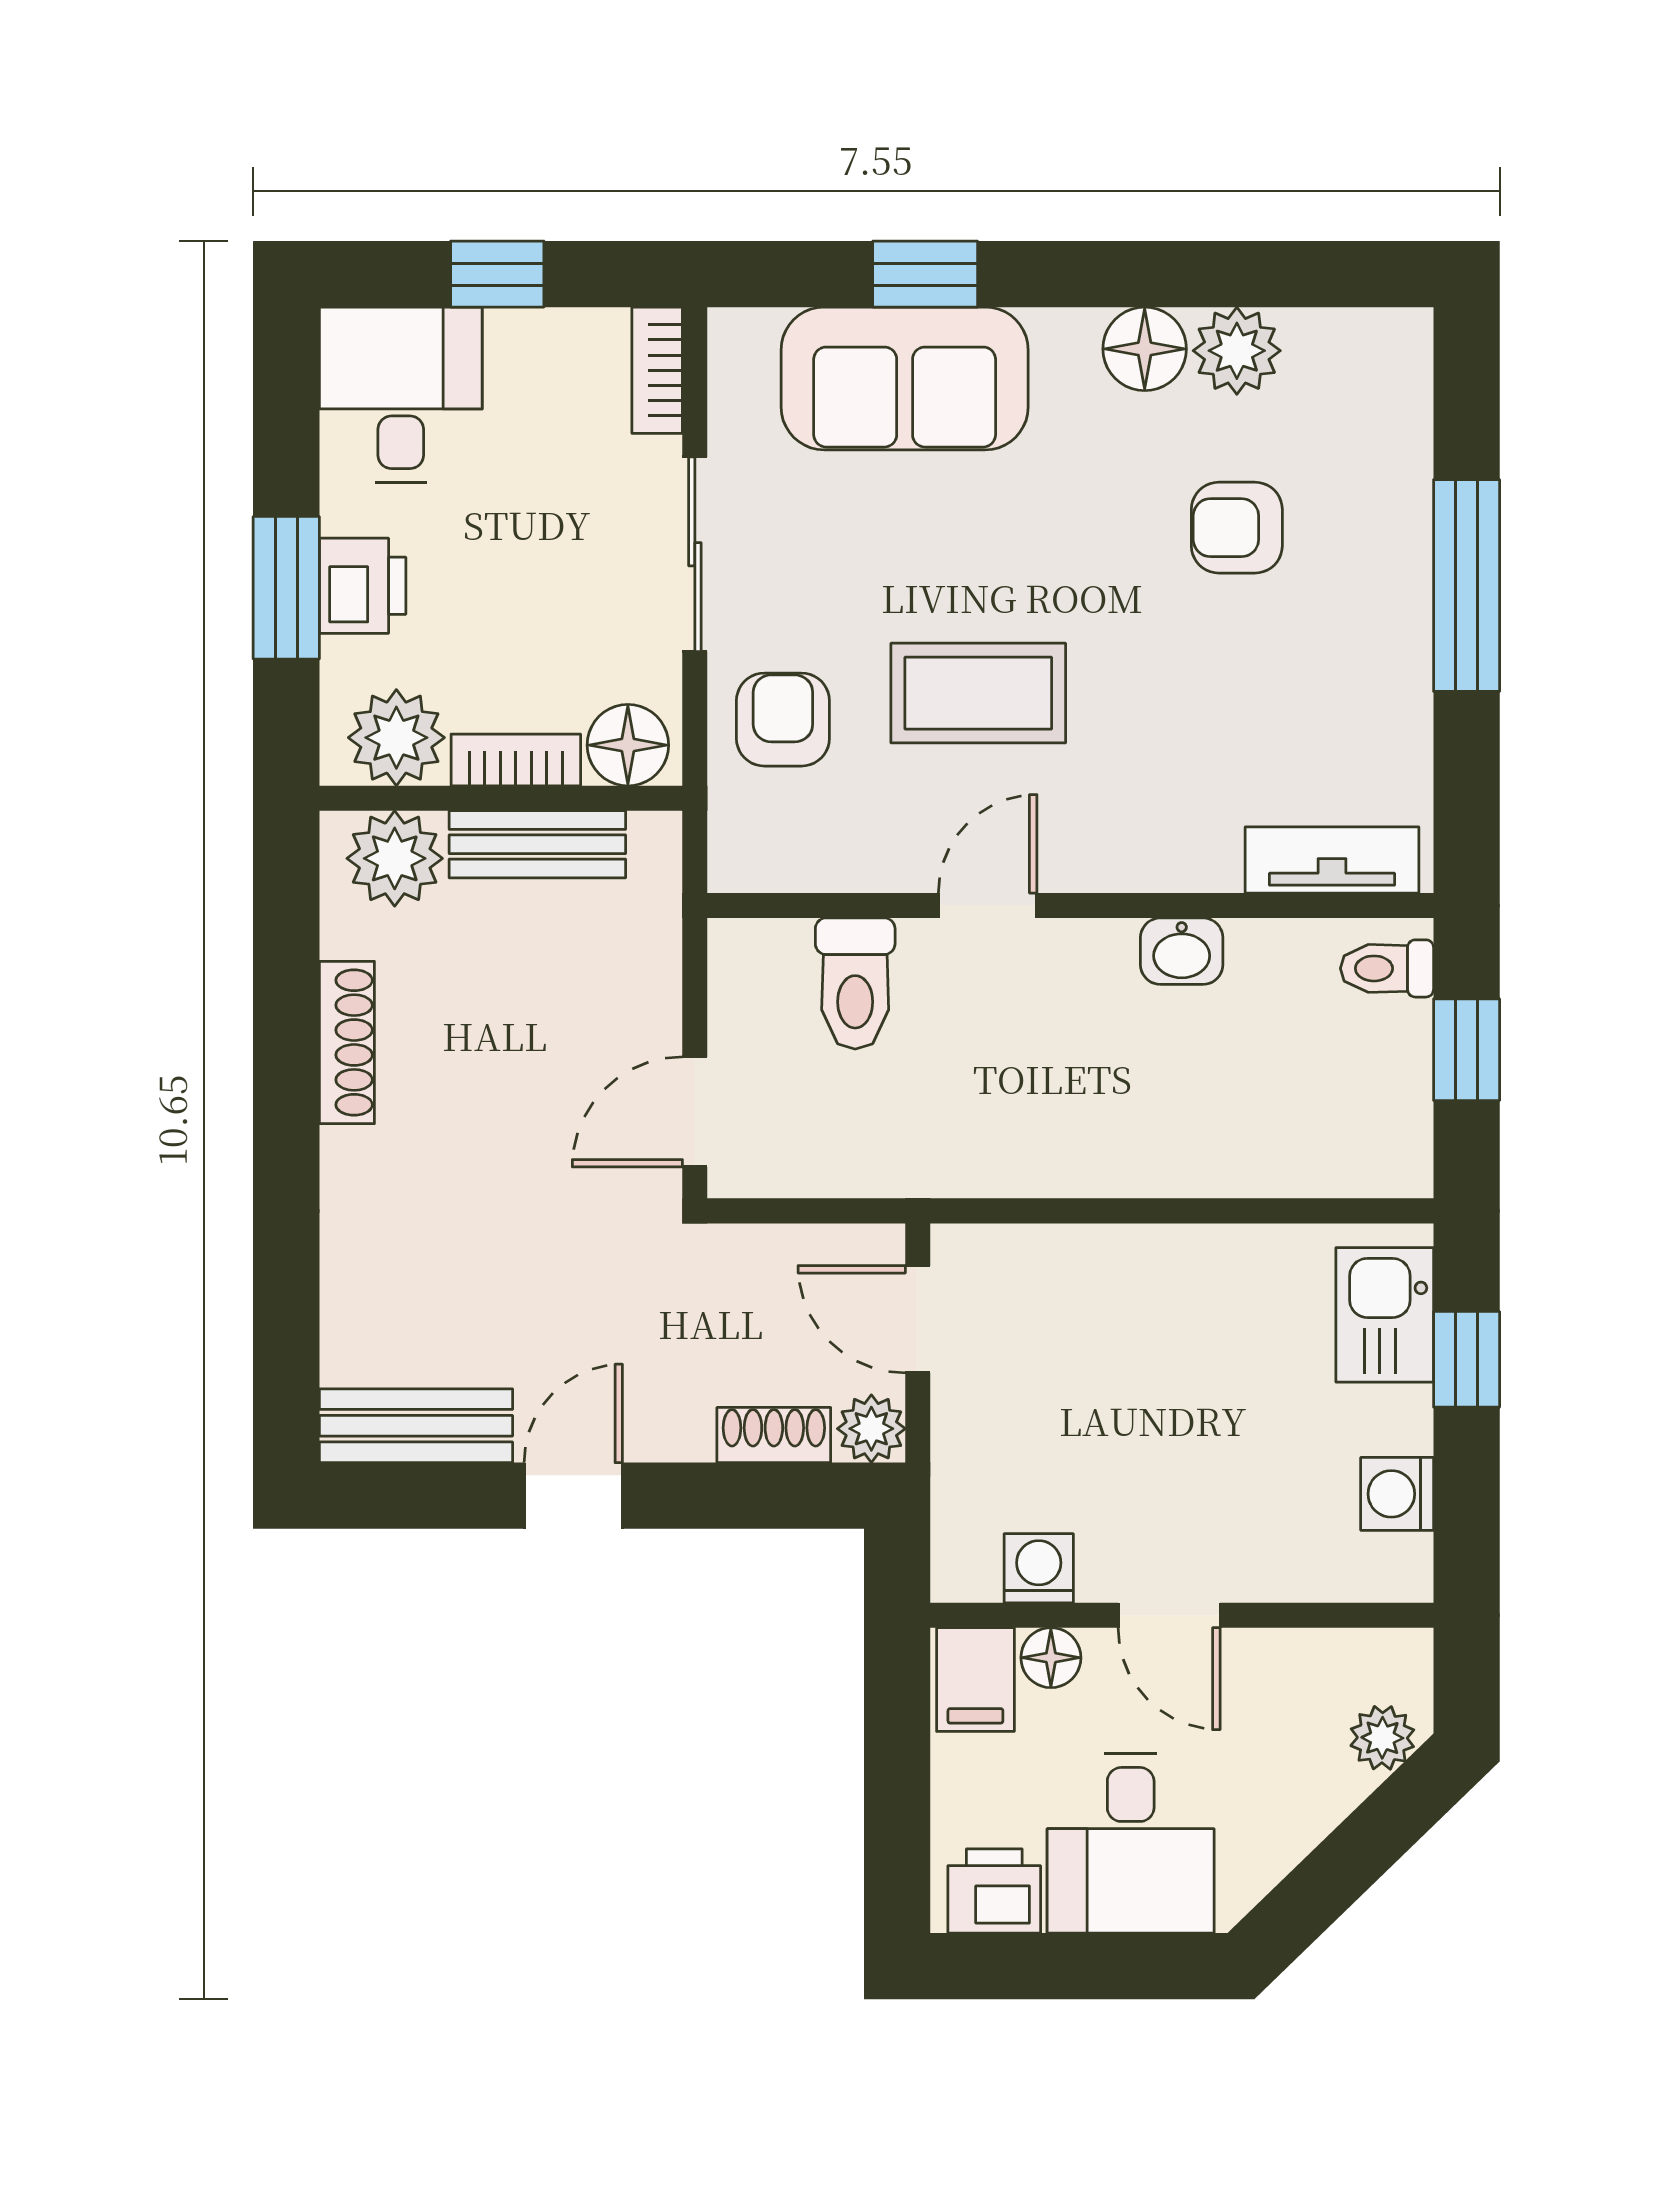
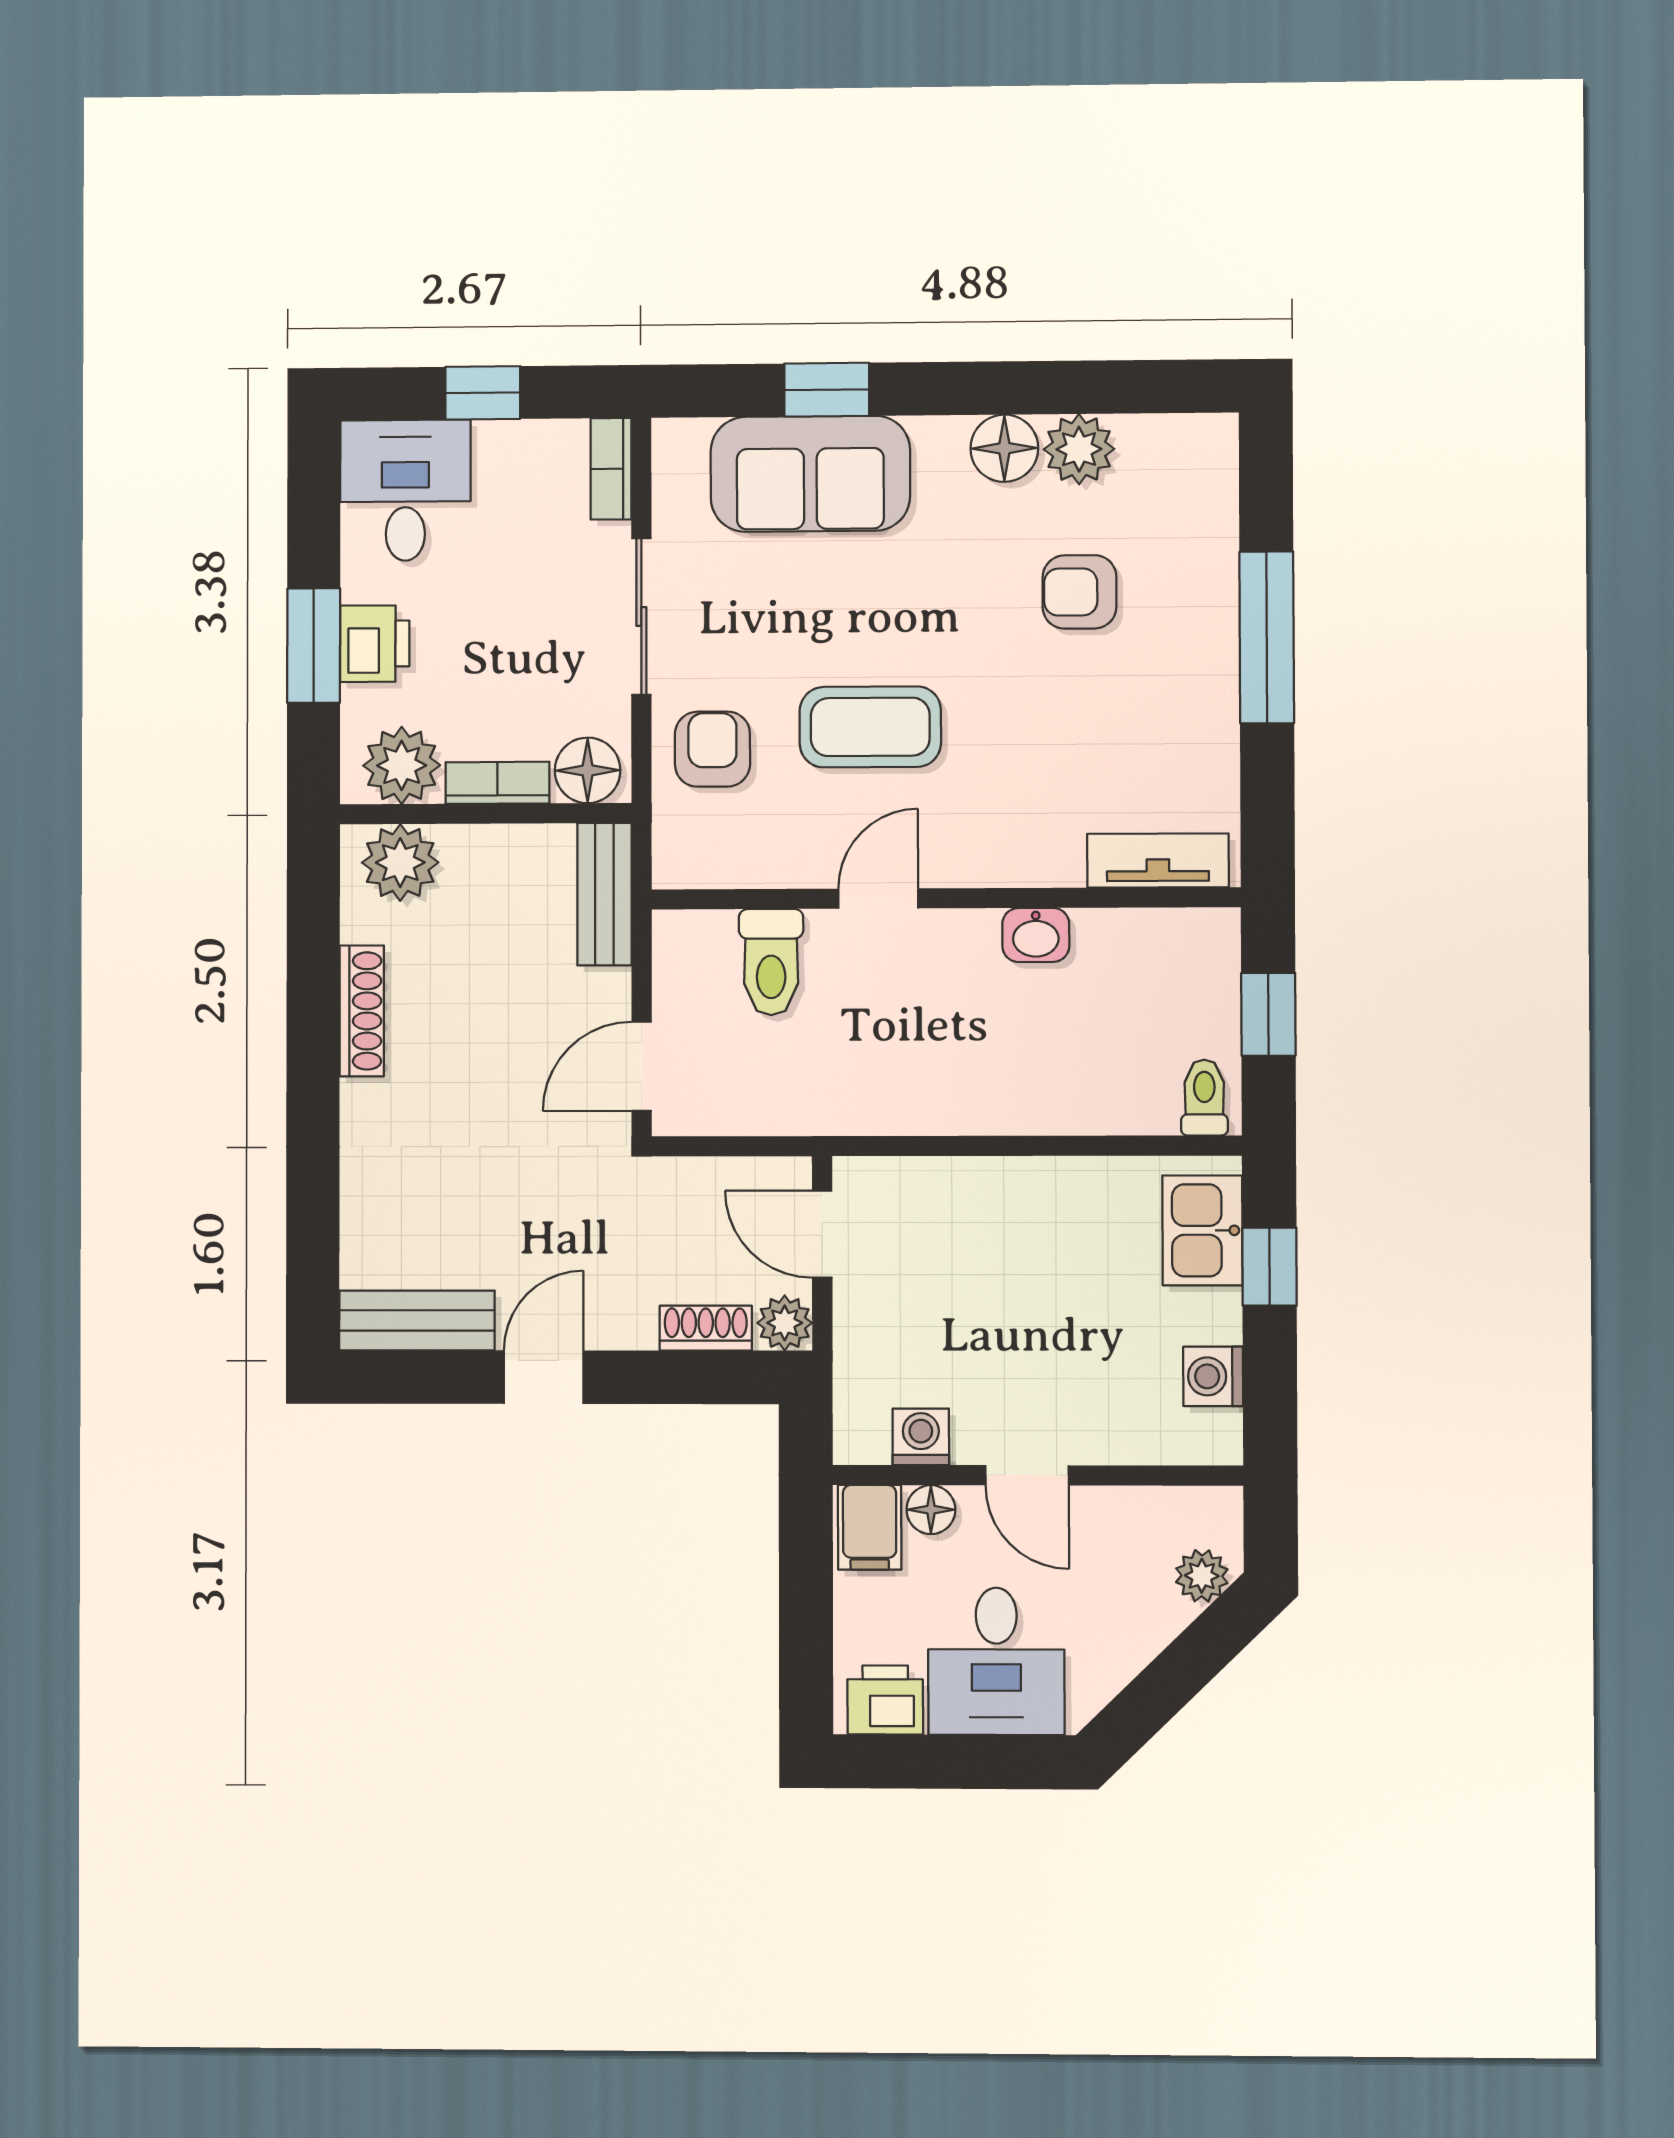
bench: (537, 844) -> (604, 894), moved, turned 90
toilet: (1387, 968) -> (1204, 1098), moved, turned 90

